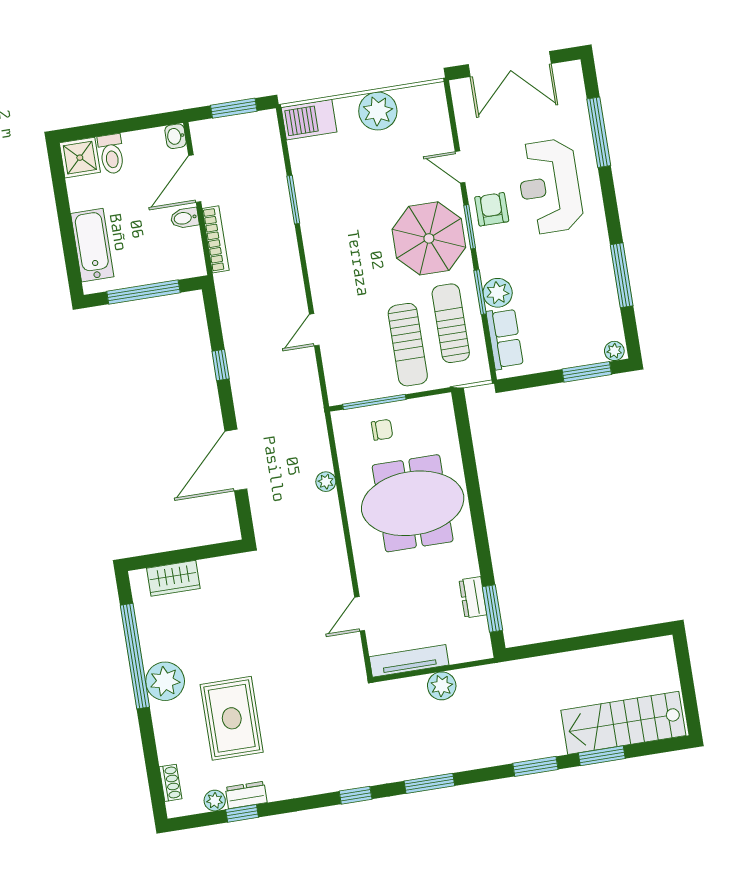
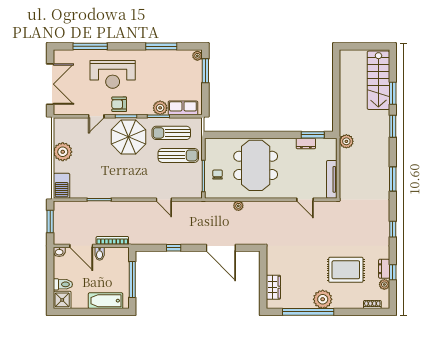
plant: (442, 686) -> (346, 141), moved
window: (356, 795) -> (393, 229), moved

